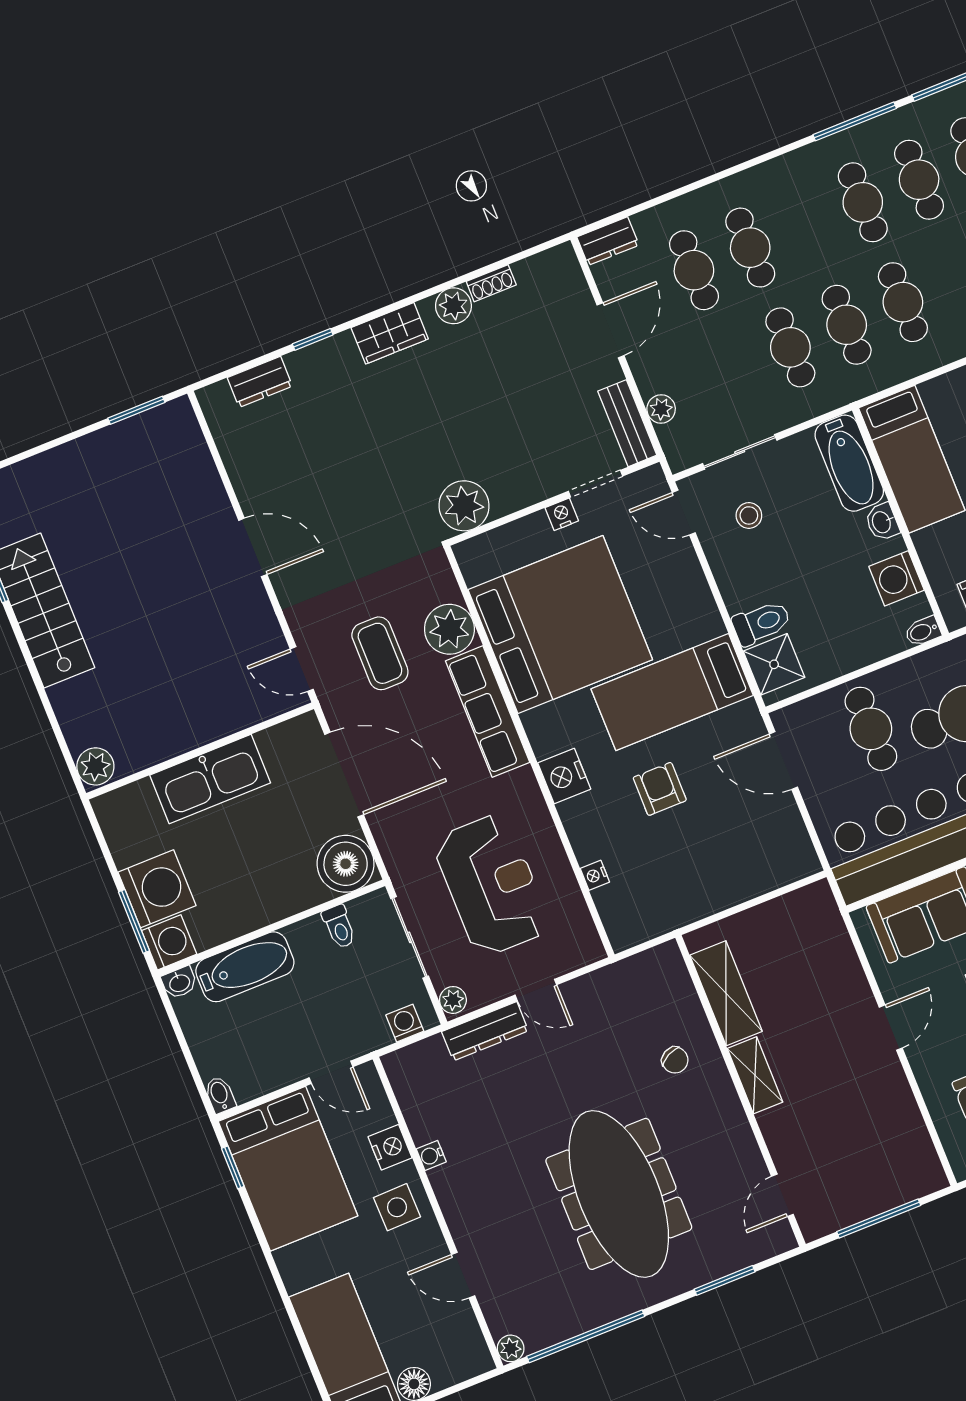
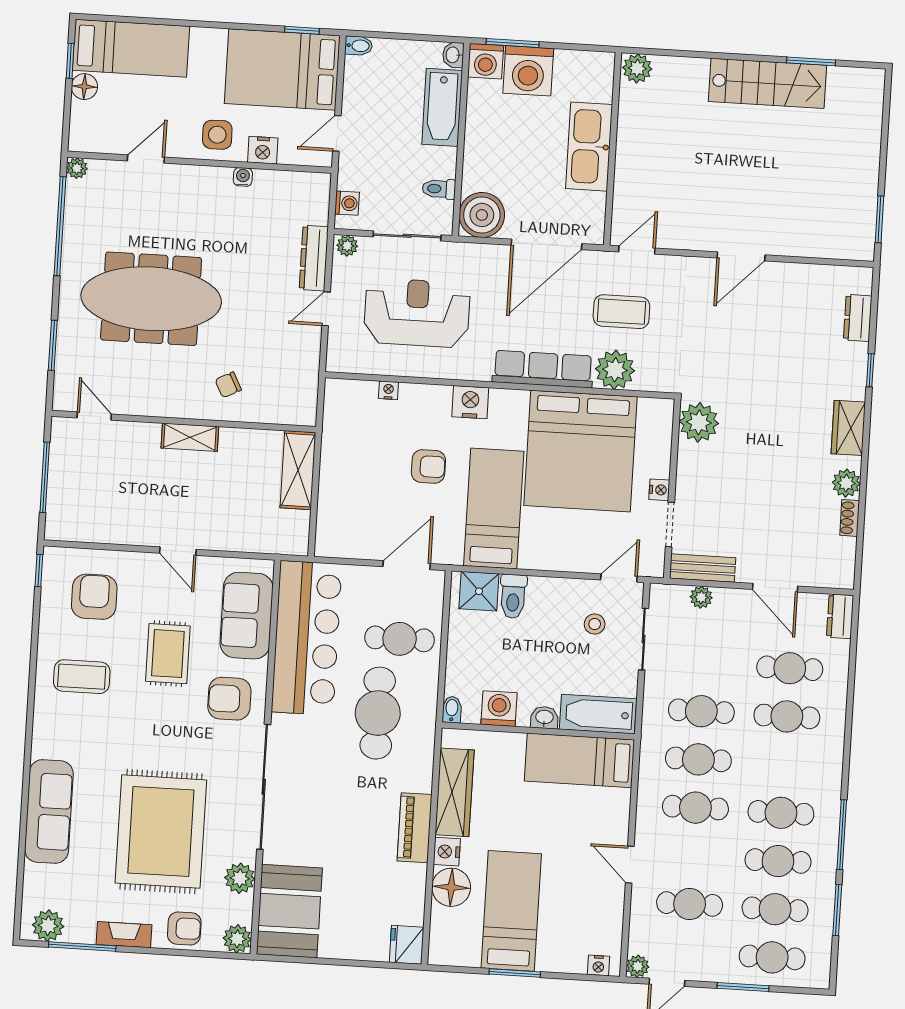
reception desk: (492, 885) -> (417, 313), turned 180
shelving: (726, 993) -> (298, 470), moved, turned 90

